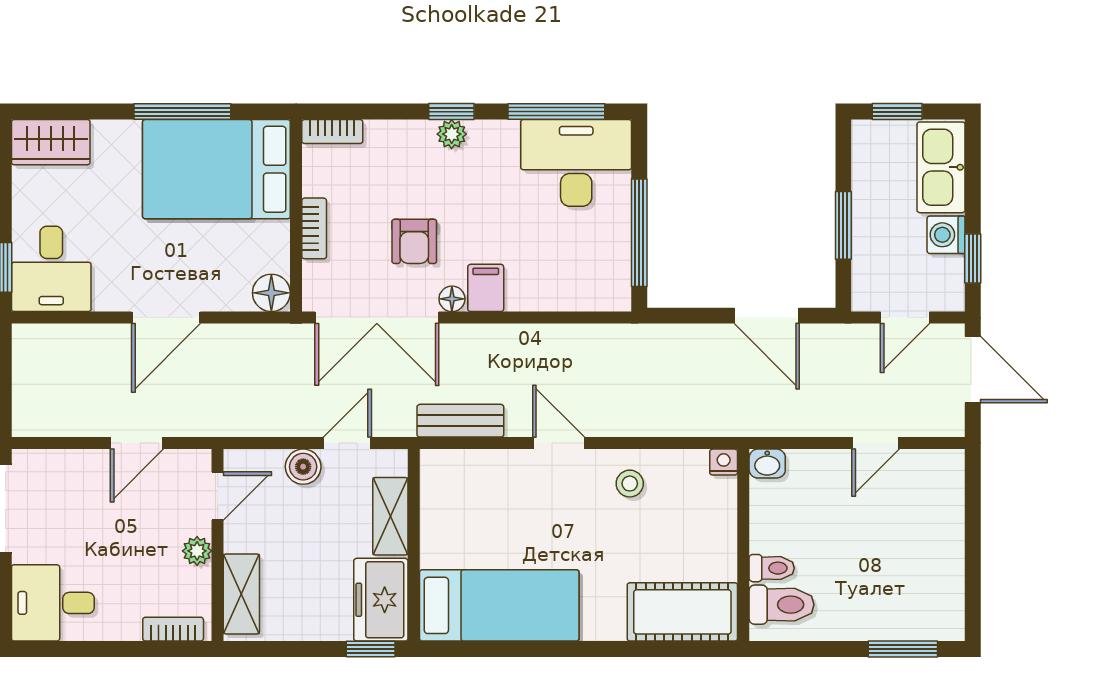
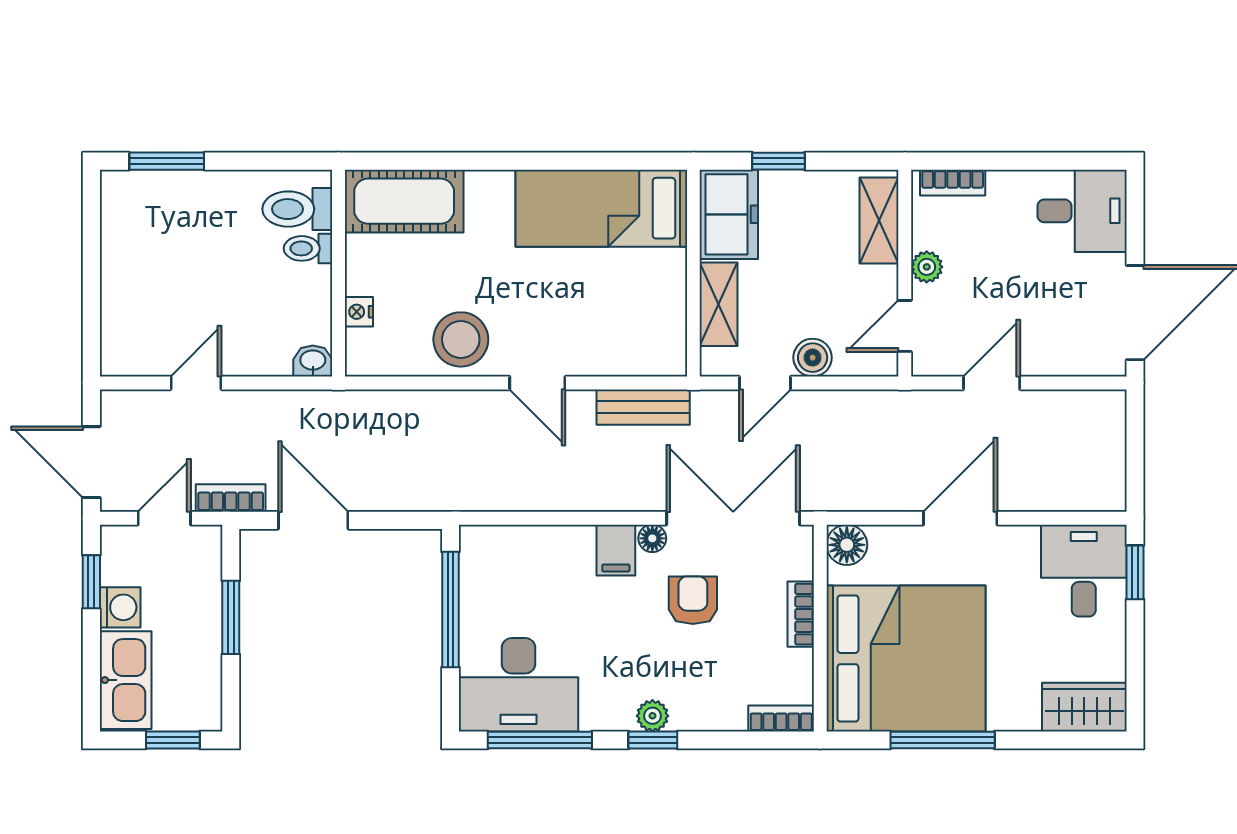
bed: (216, 169) -> (906, 659), width x1.36
bookcase: (843, 336) -> (231, 498), added
nightstand: (724, 462) -> (359, 312), moved, turned 90
stool: (630, 484) -> (461, 339), width x1.89, depth x1.89
window: (371, 649) -> (778, 161), moved

